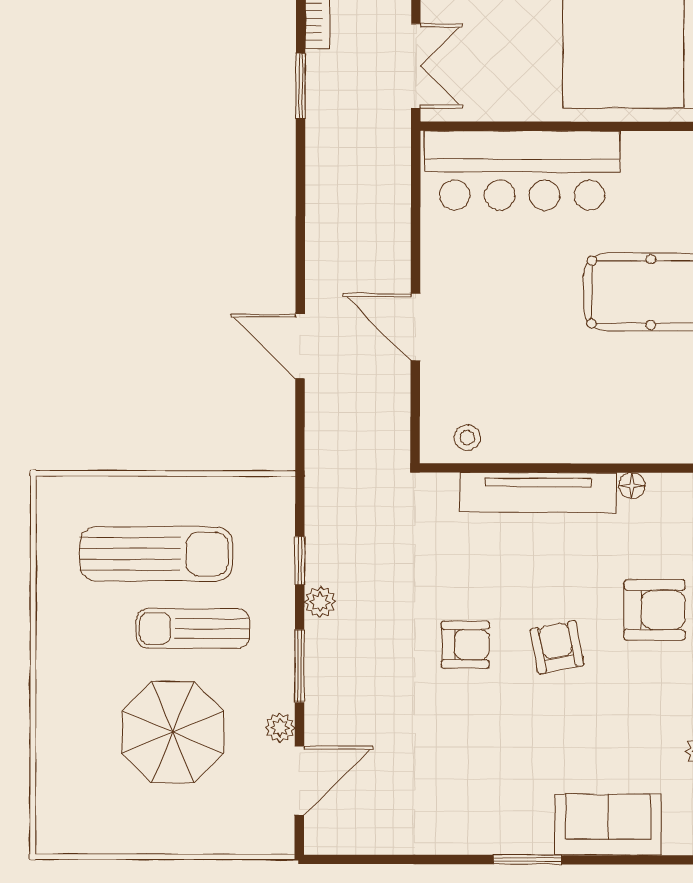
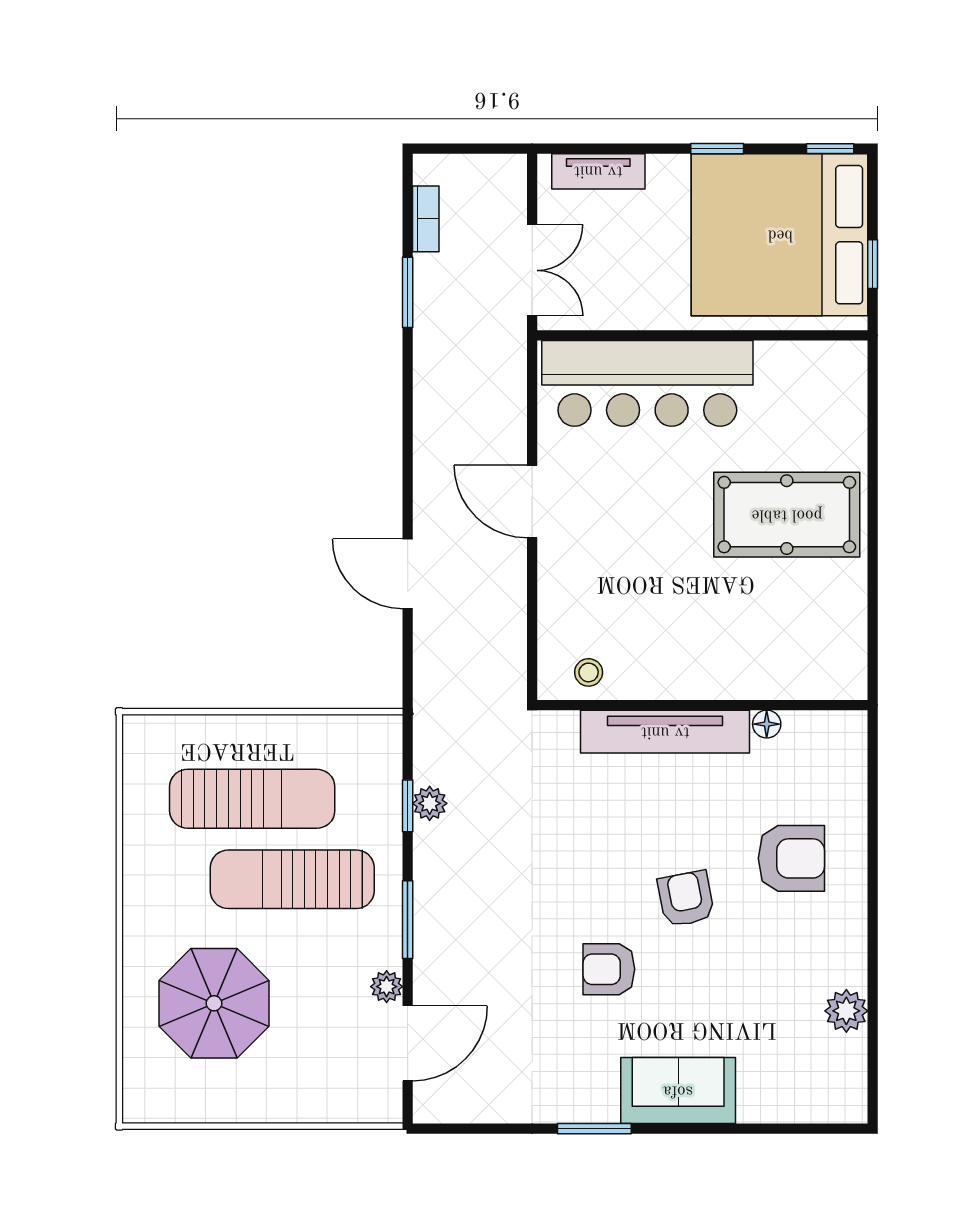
door: (415, 327) -> (532, 502), moved
plant: (320, 602) -> (430, 803), moved
sun lounger: (193, 628) -> (292, 879), width x1.36, depth x1.34
armchair: (465, 645) -> (609, 969), moved, turned 180
parasol: (173, 732) -> (214, 1003), moved
sofa: (608, 825) -> (678, 1091), moved
window: (528, 860) -> (594, 1129), moved

